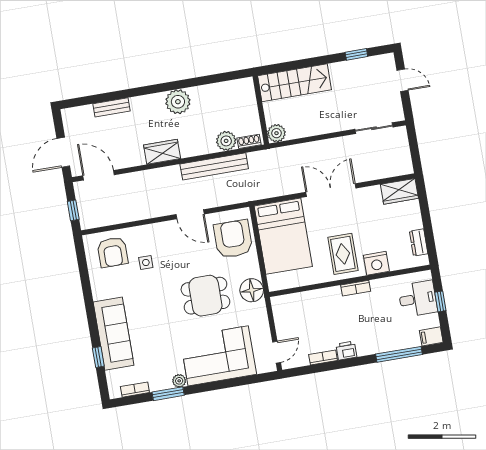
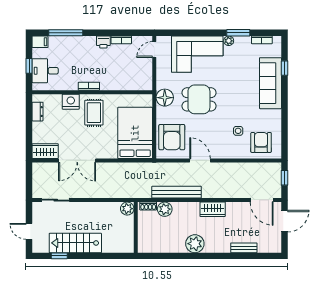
stairs: (295, 83) -> (75, 243), moved
double door: (331, 190) -> (77, 160), moved

